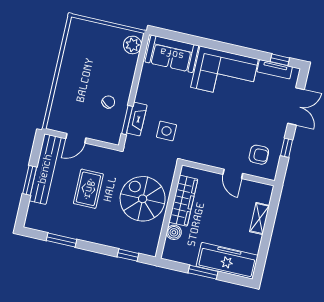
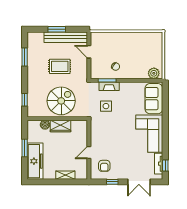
wardrobe: (183, 201) -> (61, 126), width x0.67

